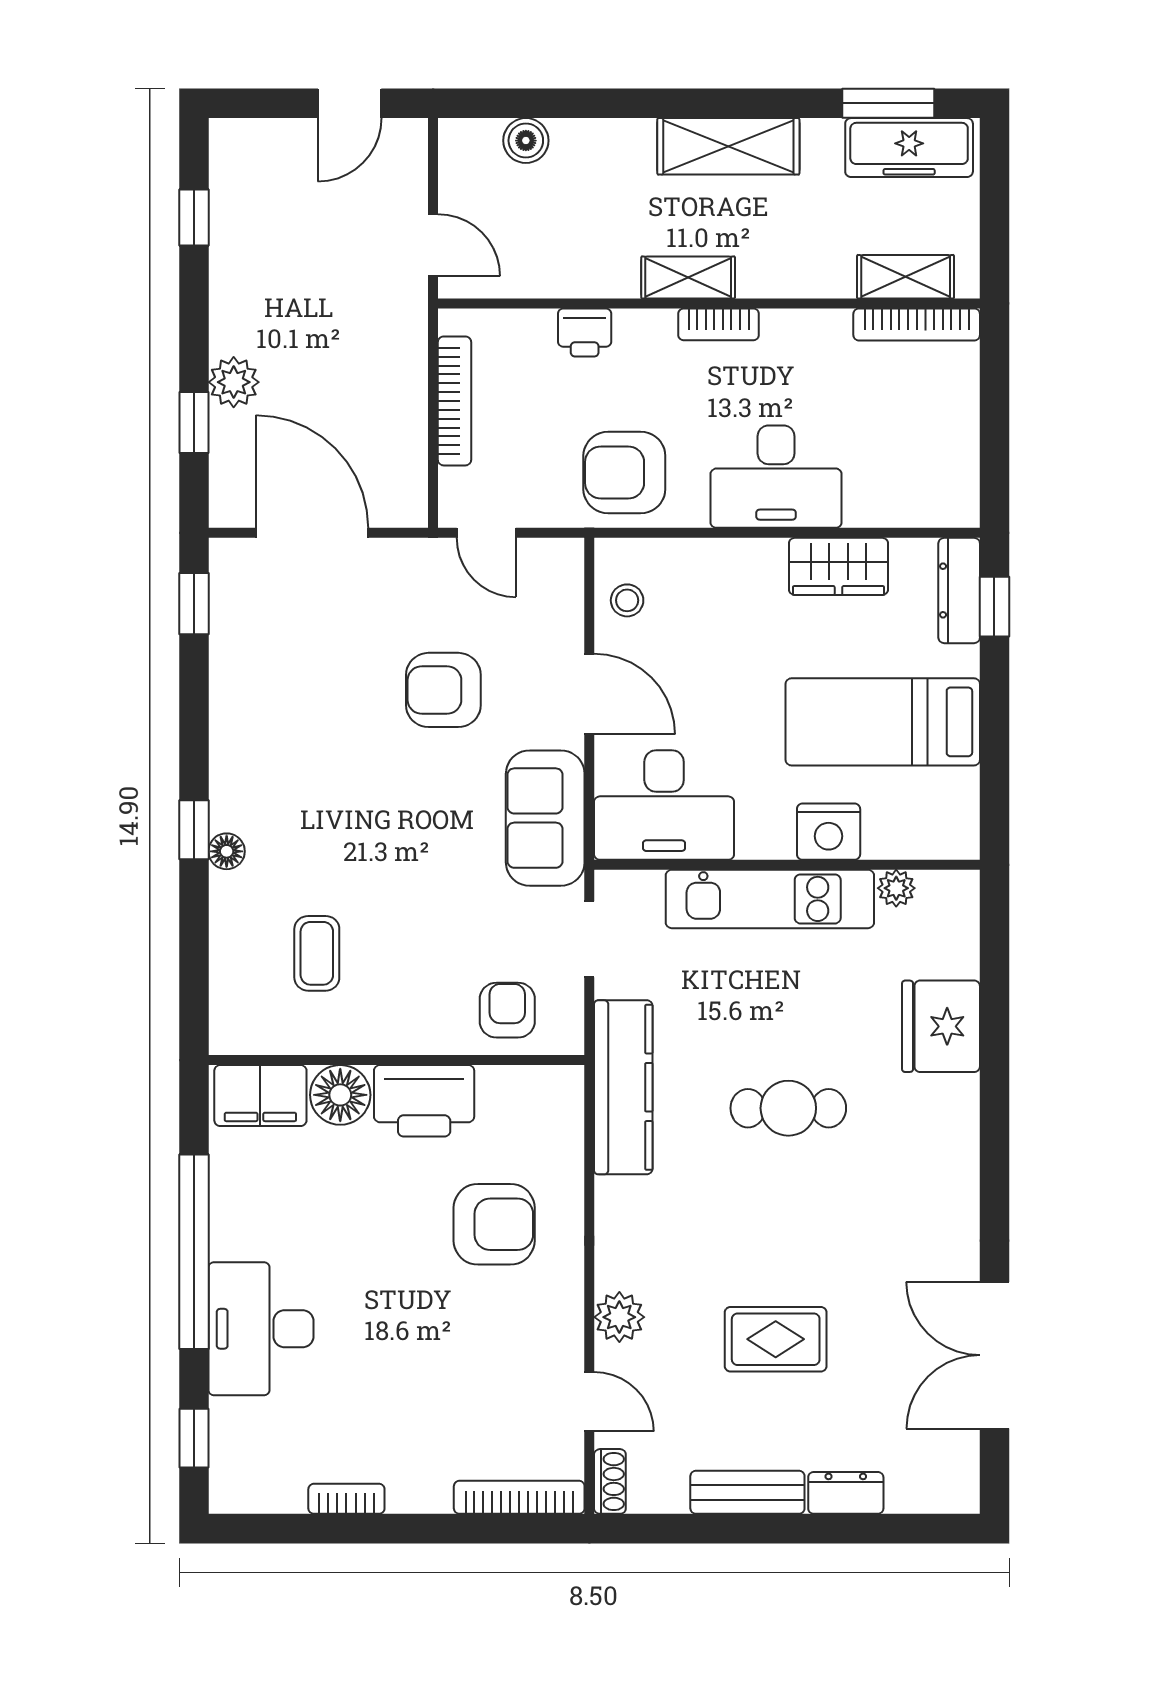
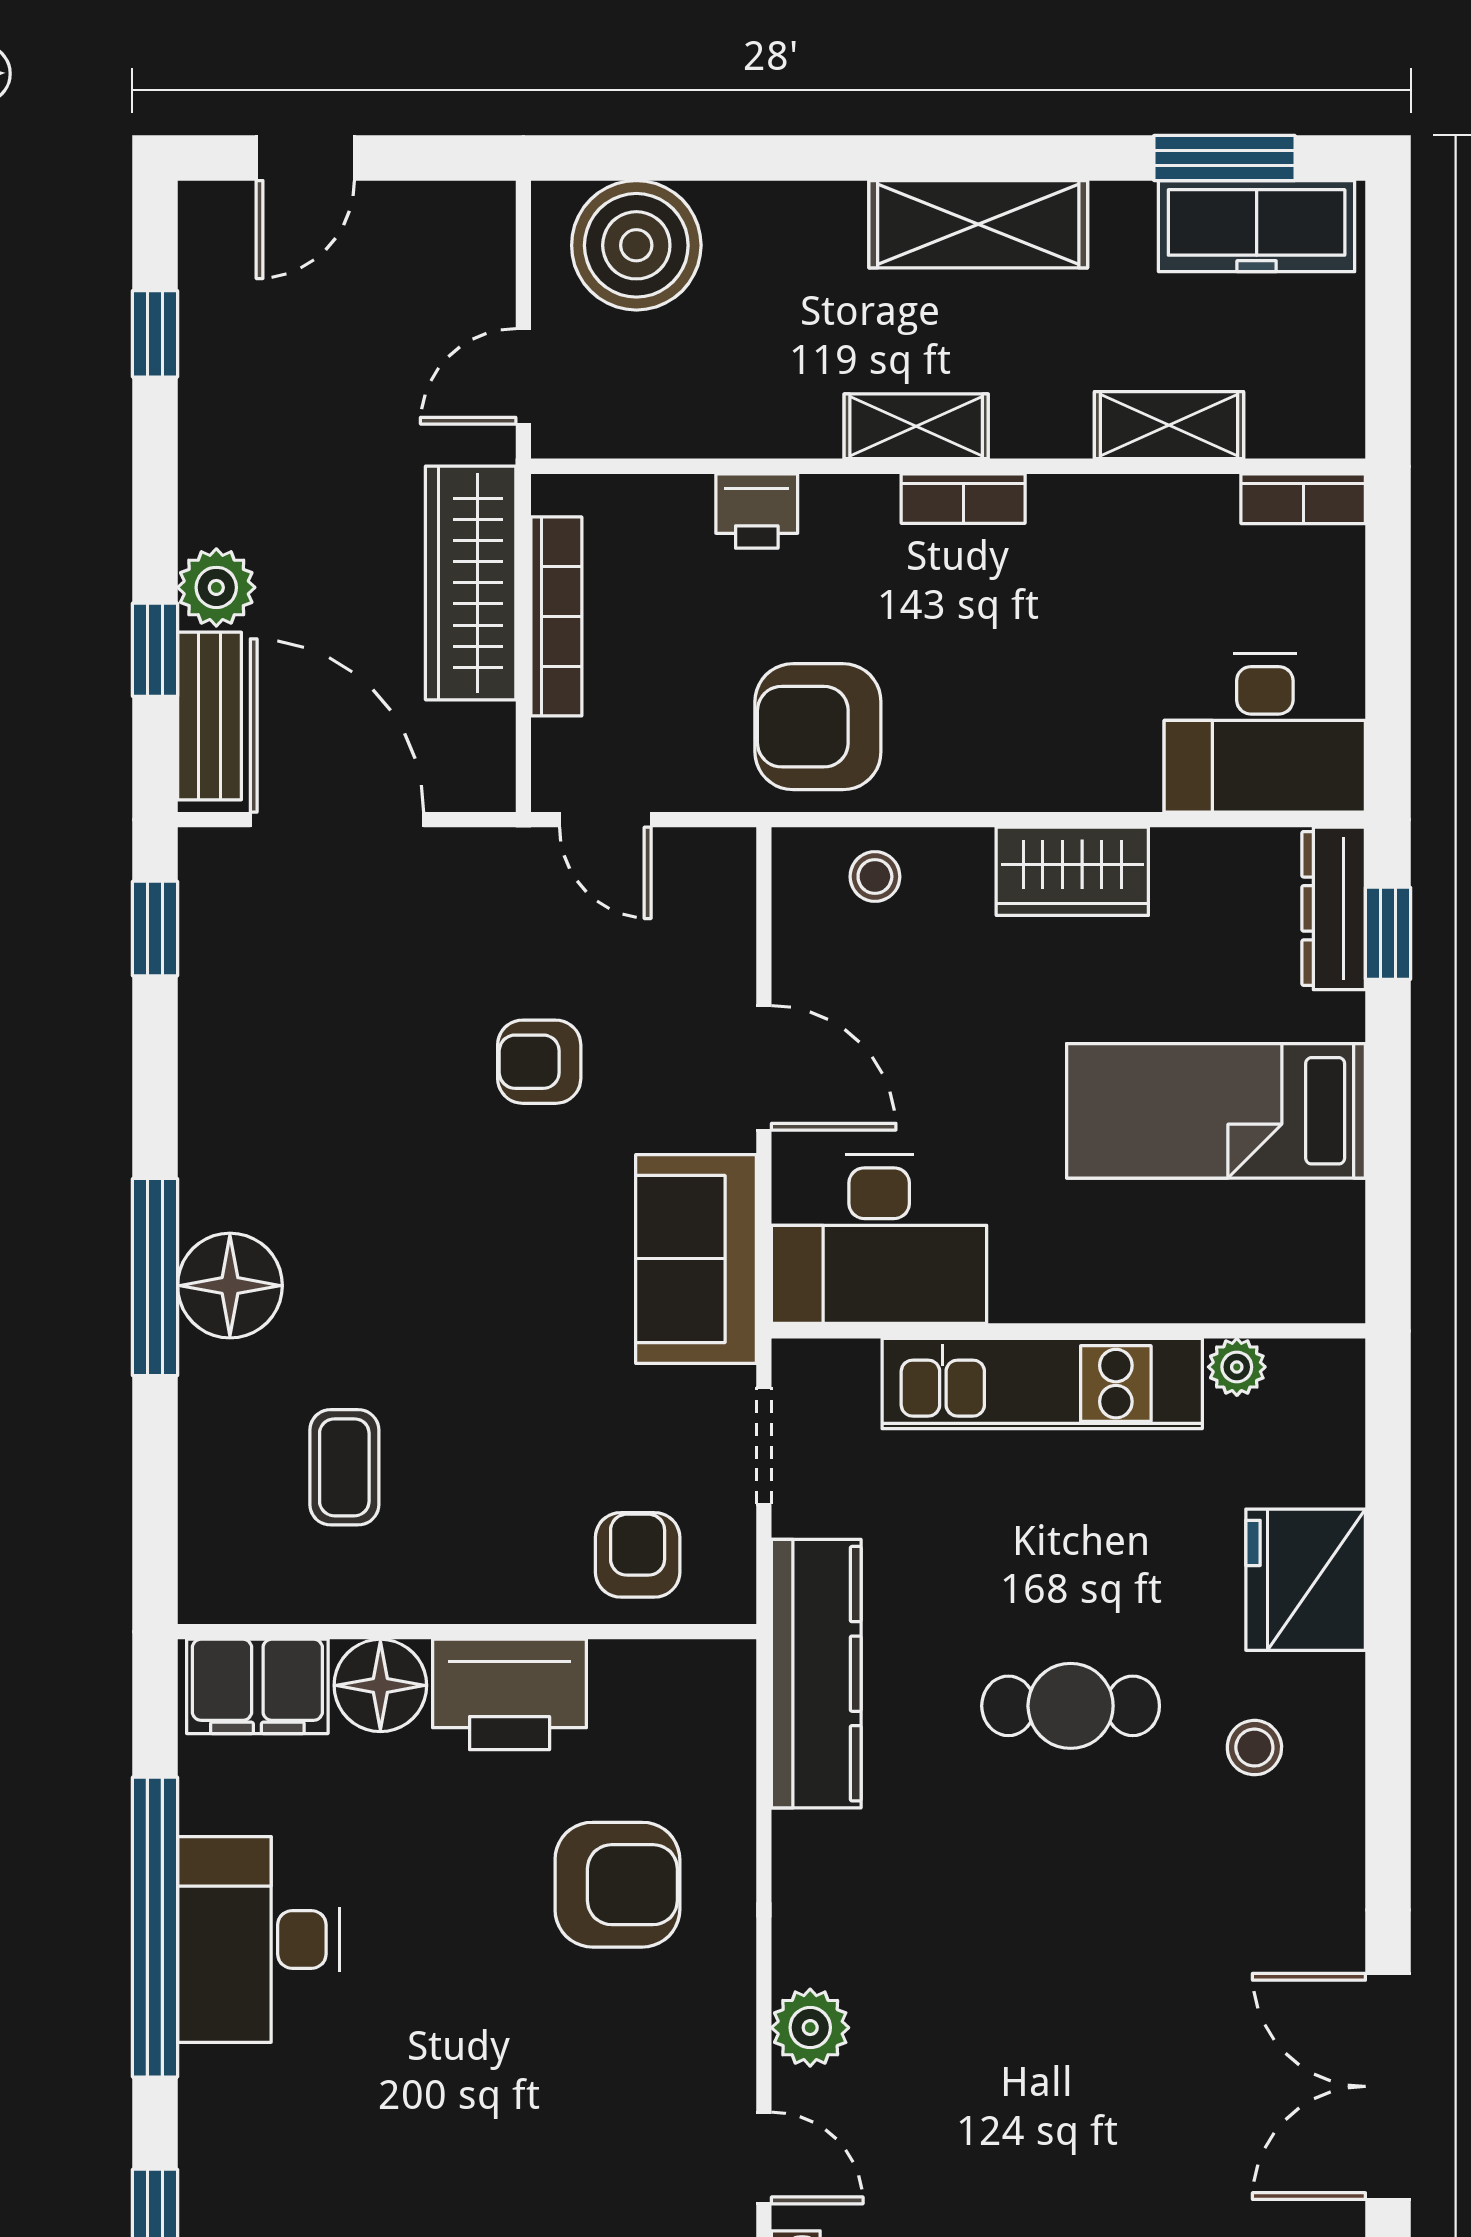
door: (350, 103) -> (305, 158), moved
boiler: (526, 141) -> (636, 245), width x1.86, depth x1.86
door: (433, 245) -> (523, 376), swing flipped
shelving: (906, 277) -> (1169, 425), moved
bookcase: (917, 325) -> (1303, 499), width x0.64
wardrobe: (399, 379) -> (471, 583), added
bench: (229, 466) -> (209, 716), added
desk: (776, 477) -> (1265, 733), moved
wardrobe: (838, 566) -> (1072, 871), moved
stool: (627, 600) -> (875, 877), moved
armchair: (443, 690) -> (539, 1062), width x0.72, depth x0.72
window: (194, 830) -> (155, 1277), width x2.17
nightstand: (829, 832) -> (1133, 1280), removed
floor lamp: (227, 851) -> (230, 1286), width x1.89, depth x1.89
stool: (908, 1135) -> (1254, 1748), added
desk: (261, 1329) -> (258, 1939), moved
rug: (776, 1339) -> (1051, 2062), removed

